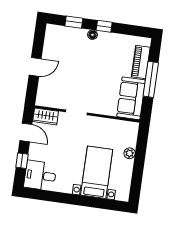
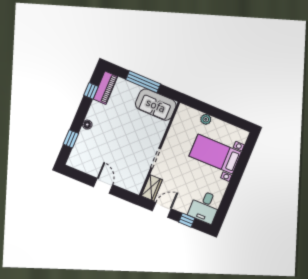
window: (104, 26) -> (91, 91), moved
piano: (141, 62) -> (105, 88), moved, turned -90

